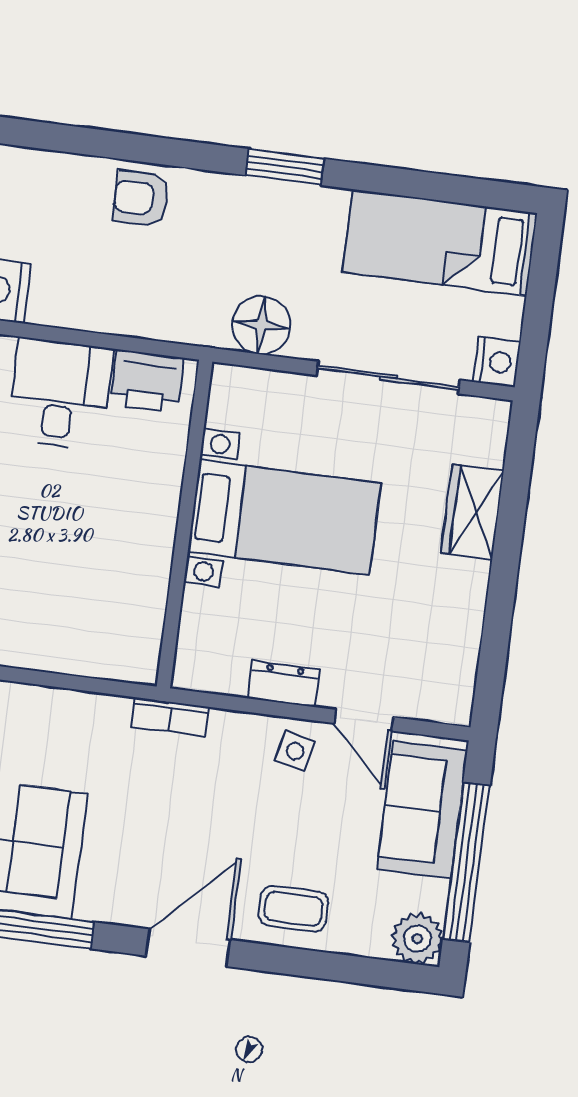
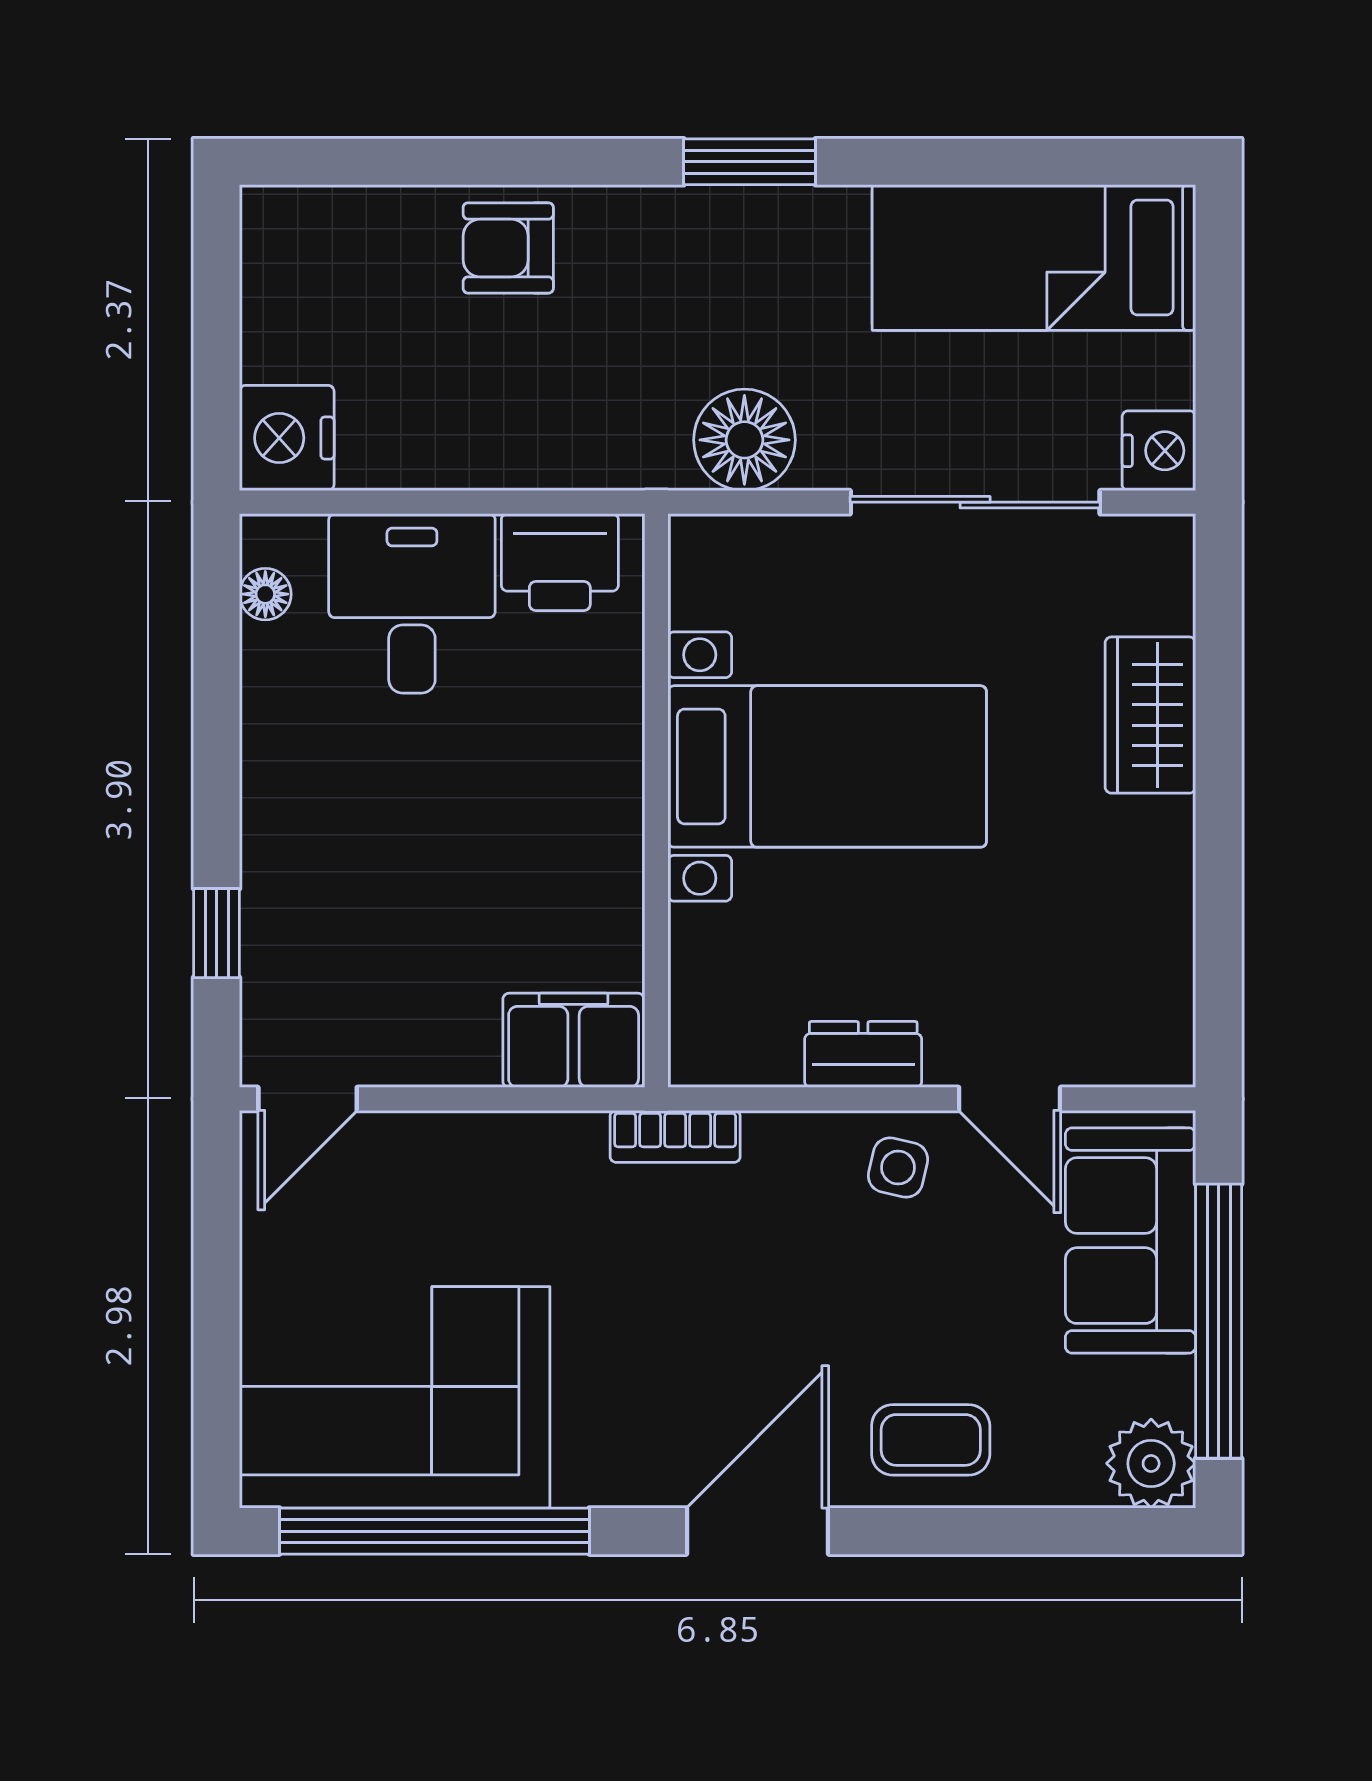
filing cabinet: (120, 655) -> (574, 1040), added

